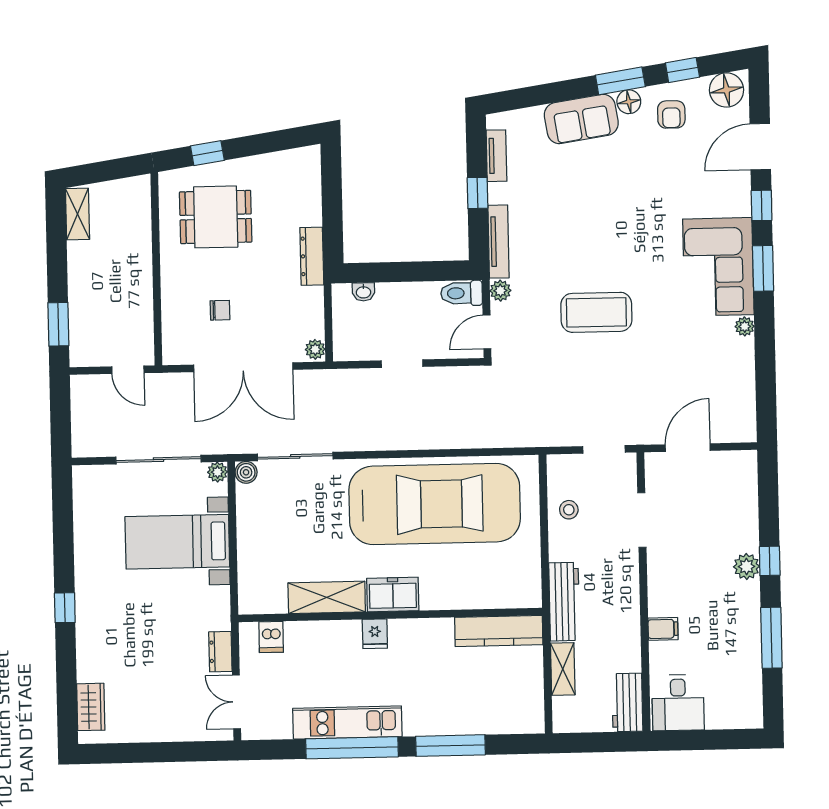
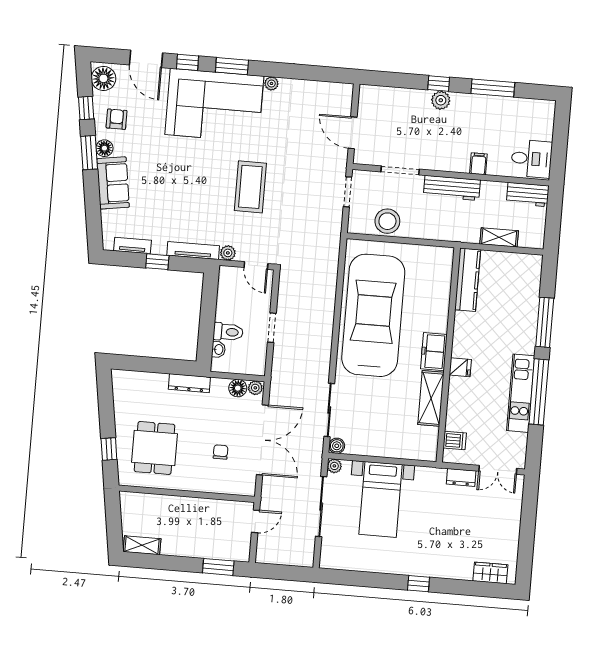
armchair: (671, 114) -> (117, 119), turned -90
corner sofa: (718, 267) -> (214, 105), width x1.36, depth x1.36
toilet: (462, 293) -> (228, 332), moved, turned -90
floor lamp: (312, 325) -> (238, 388), added
stool: (569, 510) -> (387, 221), width x1.89, depth x1.89
workbench: (564, 602) -> (452, 188), moved, turned 180

